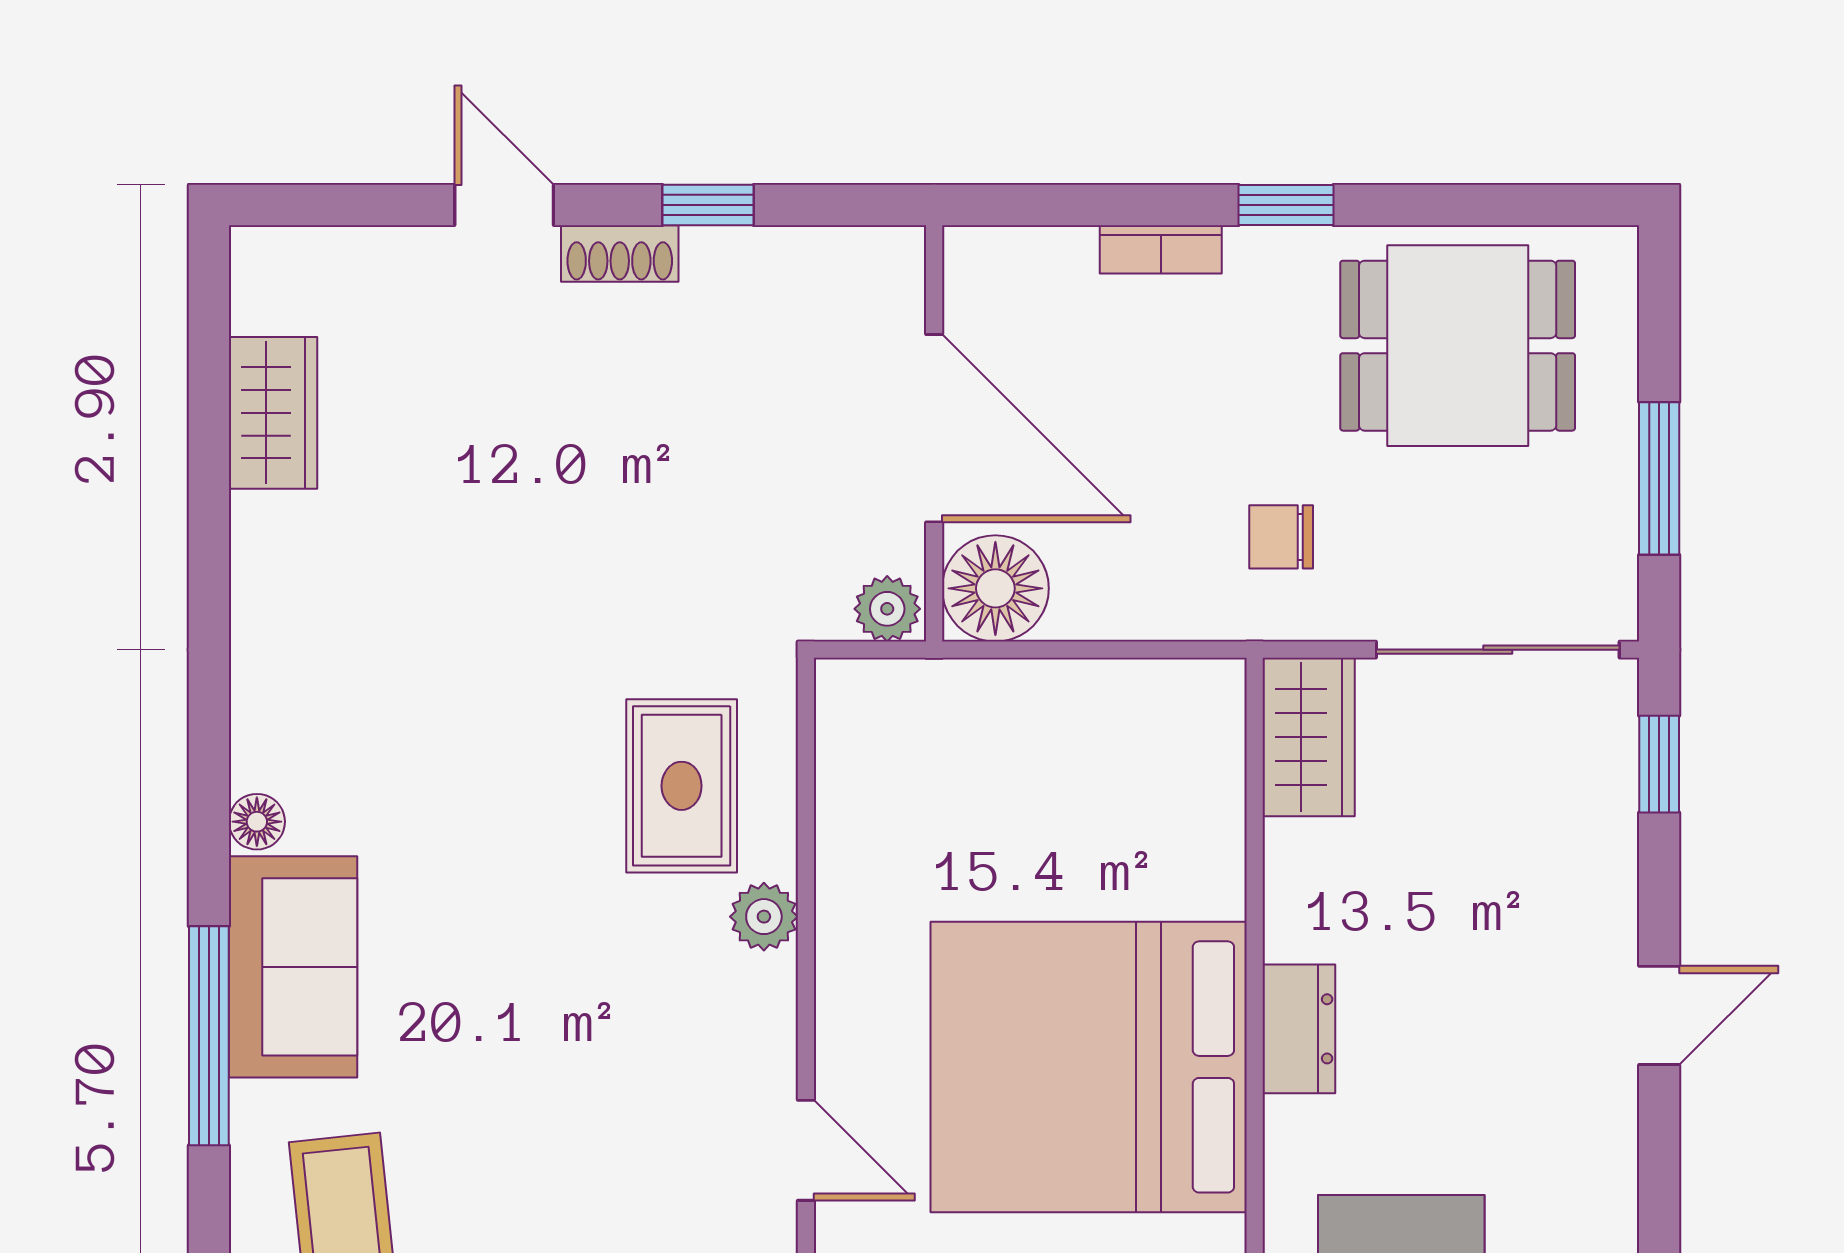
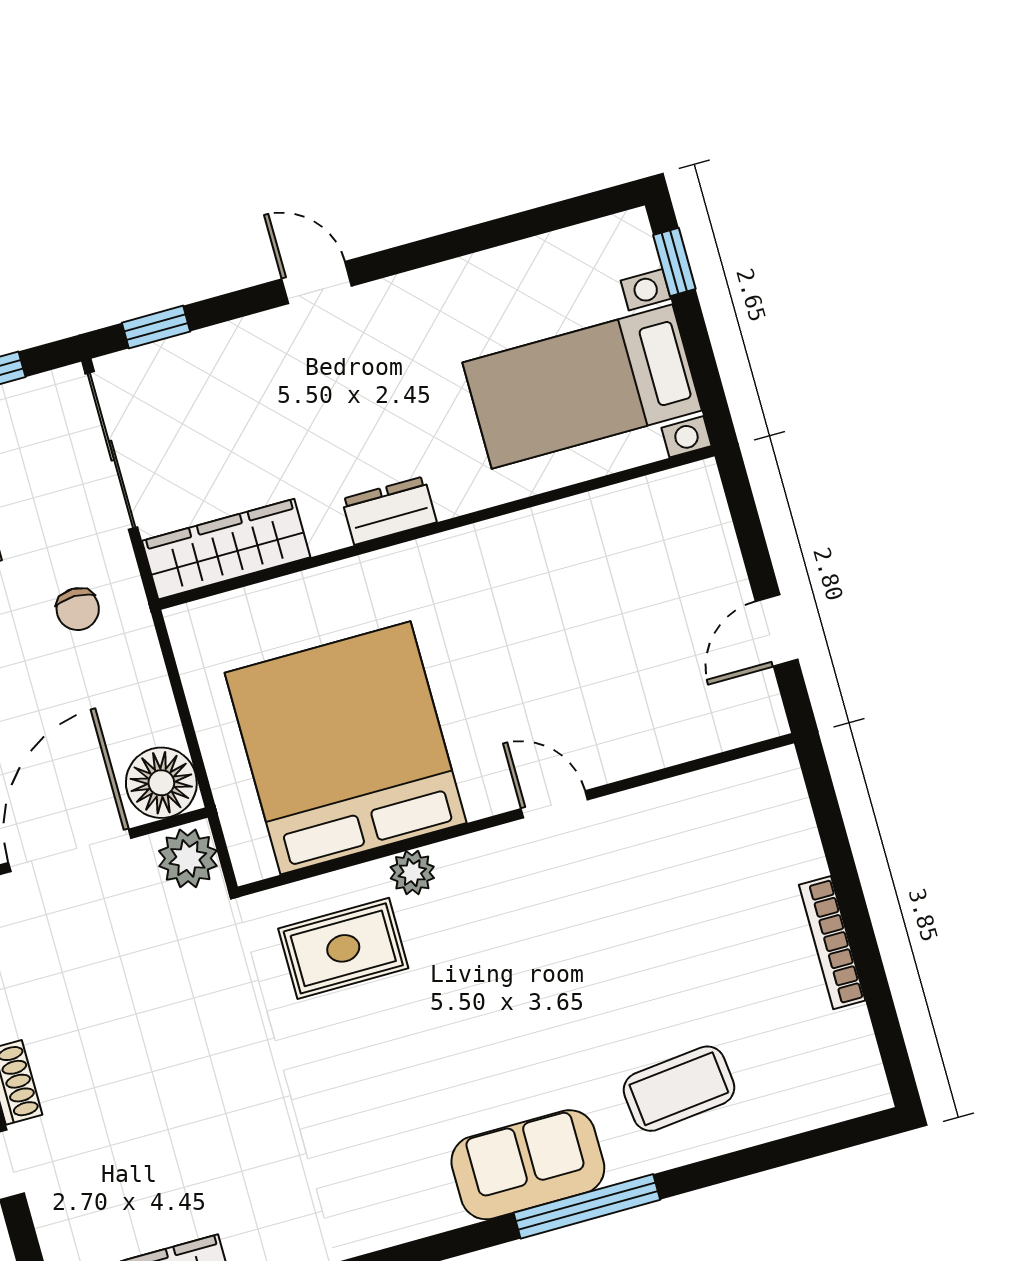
plant: (887, 609) -> (188, 858), width x1.38, depth x1.38
wardrobe: (1309, 737) -> (226, 549), width x1.50
floor lamp: (257, 822) -> (442, 1214), removed
bed: (1089, 1067) -> (346, 748), moved, turned 180
door: (806, 1150) -> (554, 804), hinge flipped

